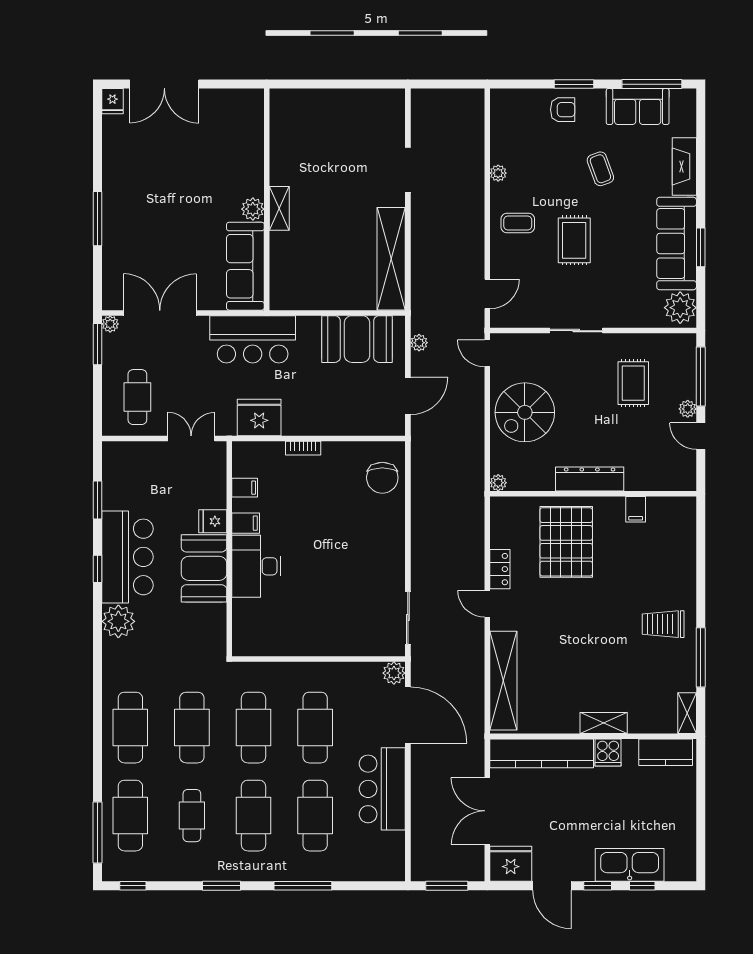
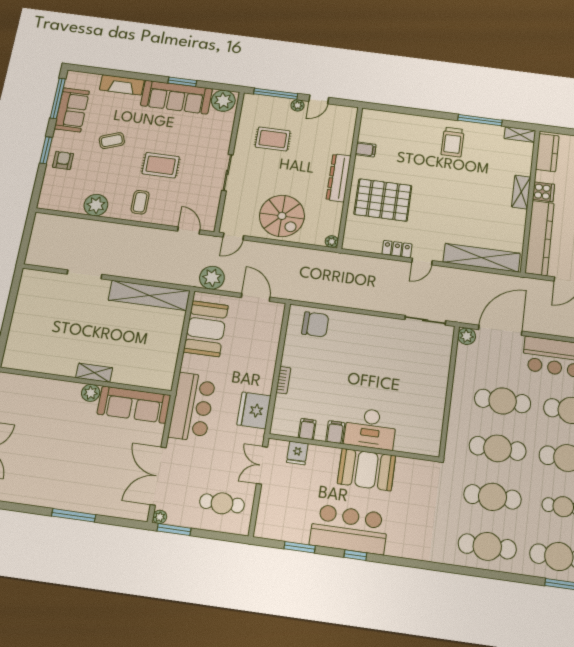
plant: (498, 173) -> (96, 205), width x1.87, depth x1.87
plant: (419, 343) -> (212, 278), width x1.87, depth x1.87
fridge: (213, 521) -> (297, 453), moved
plant: (118, 621) -> (400, 544), removed

